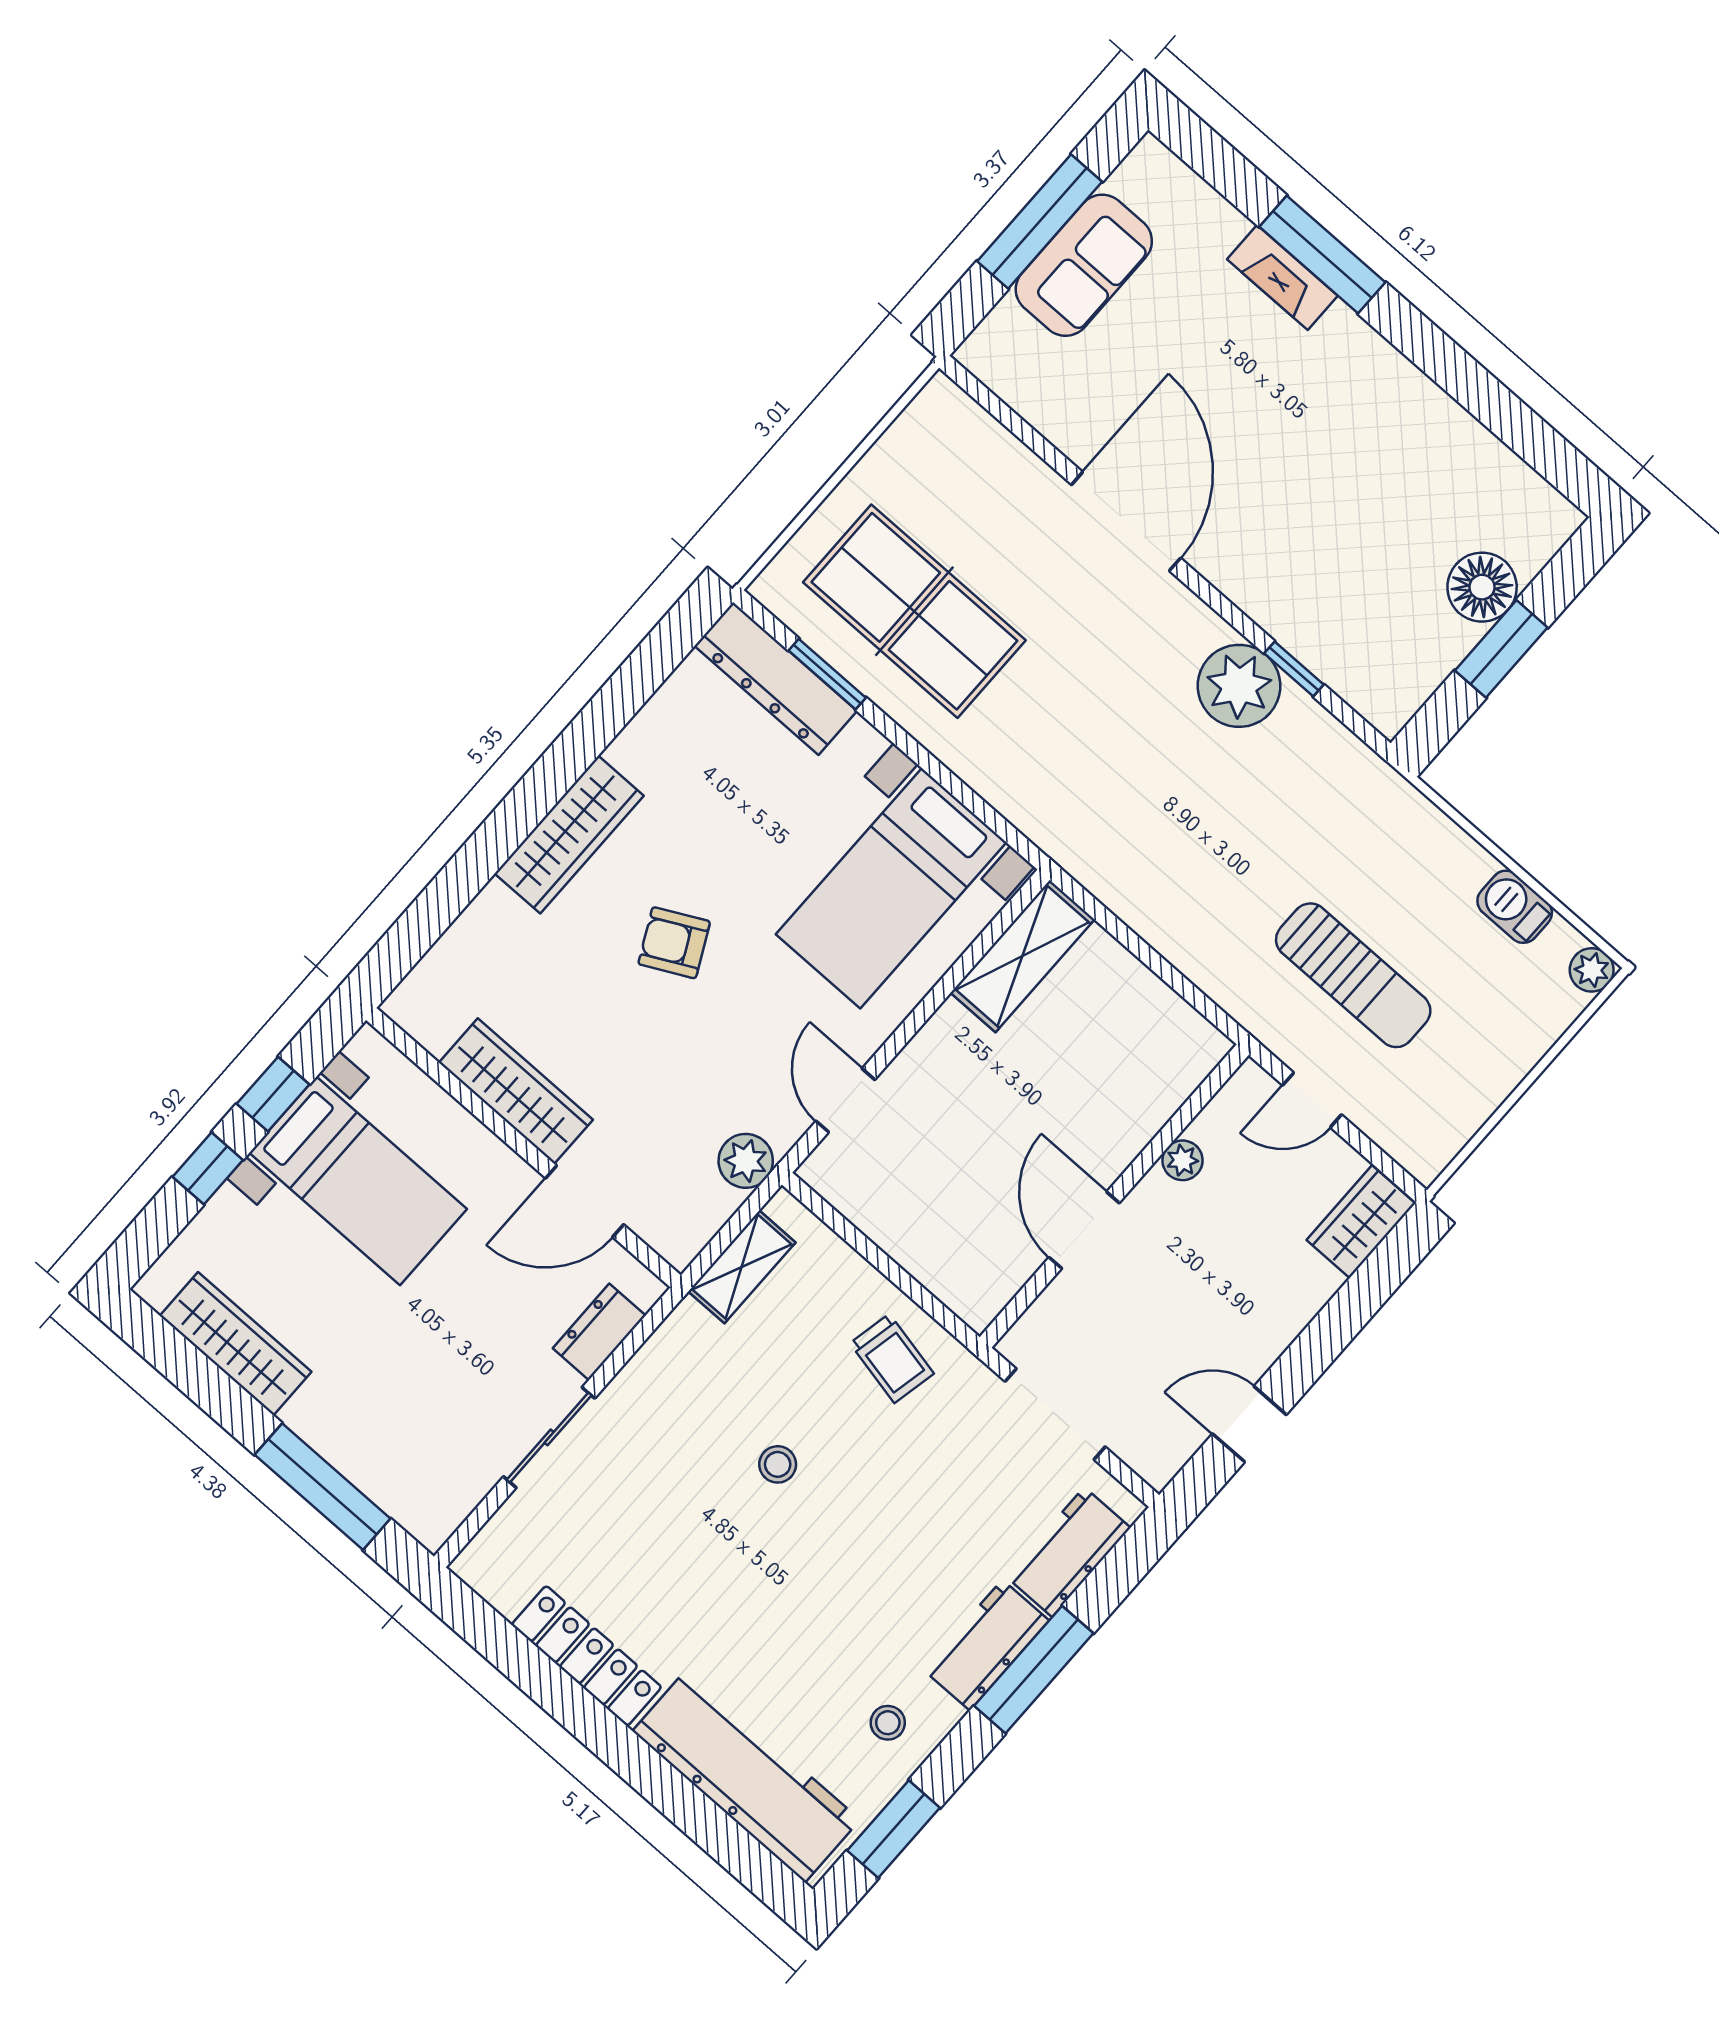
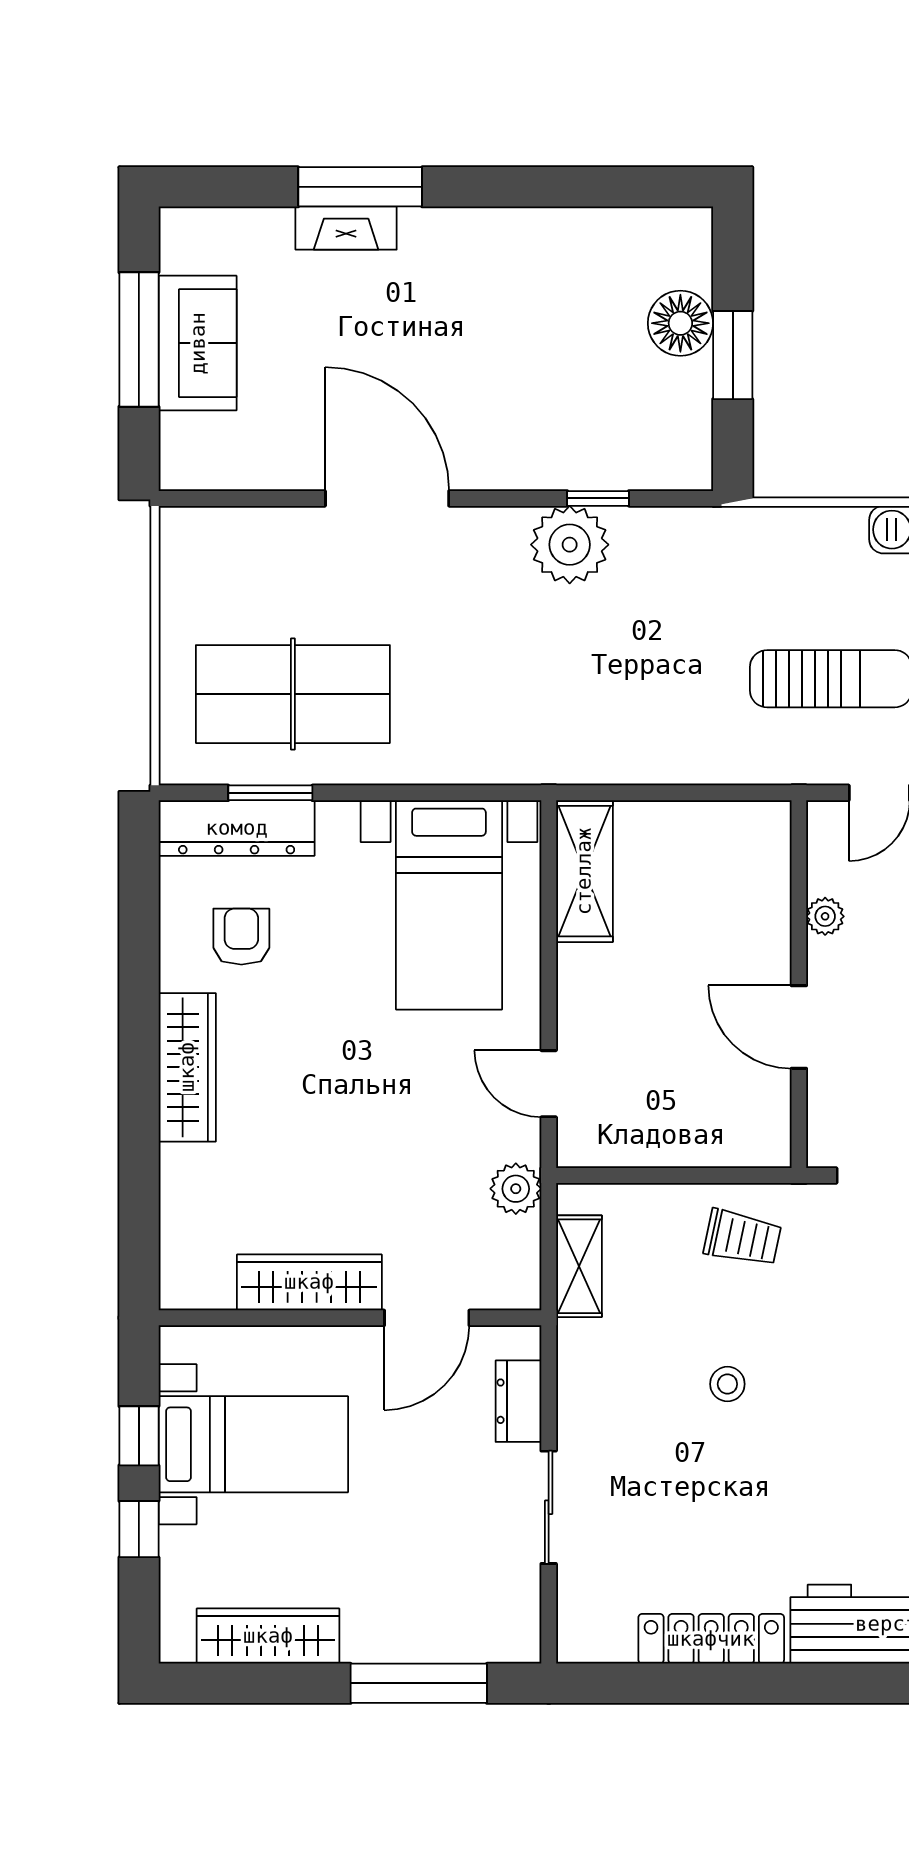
armchair: (674, 943) -> (241, 937), moved, turned 117

